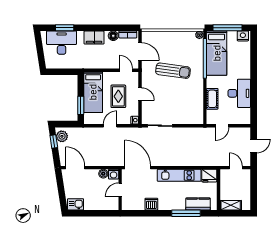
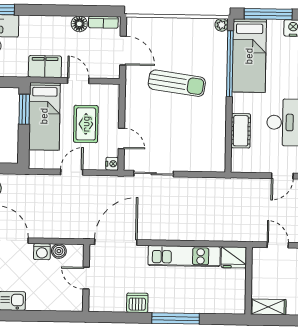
filing cabinet: (94, 38) -> (45, 67), moved, turned 180
door: (126, 70) -> (78, 81), moved
door: (140, 94) -> (121, 138), moved
window: (81, 105) -> (24, 109), moved
door: (222, 126) -> (282, 176), moved
door: (138, 168) -> (116, 242), hinge flipped
washing machine: (114, 174) -> (42, 252), moved
door: (120, 190) -> (86, 278), hinge flipped
kitchen counter: (198, 204) -> (214, 304), removed
window: (186, 213) -> (176, 318), moved

